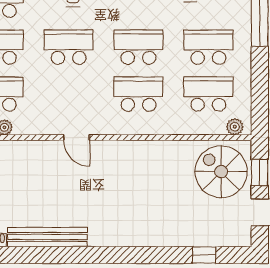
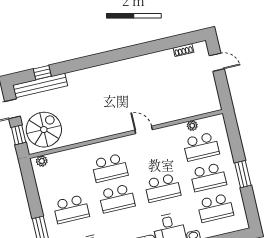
school desk: (208, 94) -> (64, 178), removed
spiral stairs: (221, 172) -> (44, 130), turned -90
bench: (47, 237) -> (40, 85), moved

